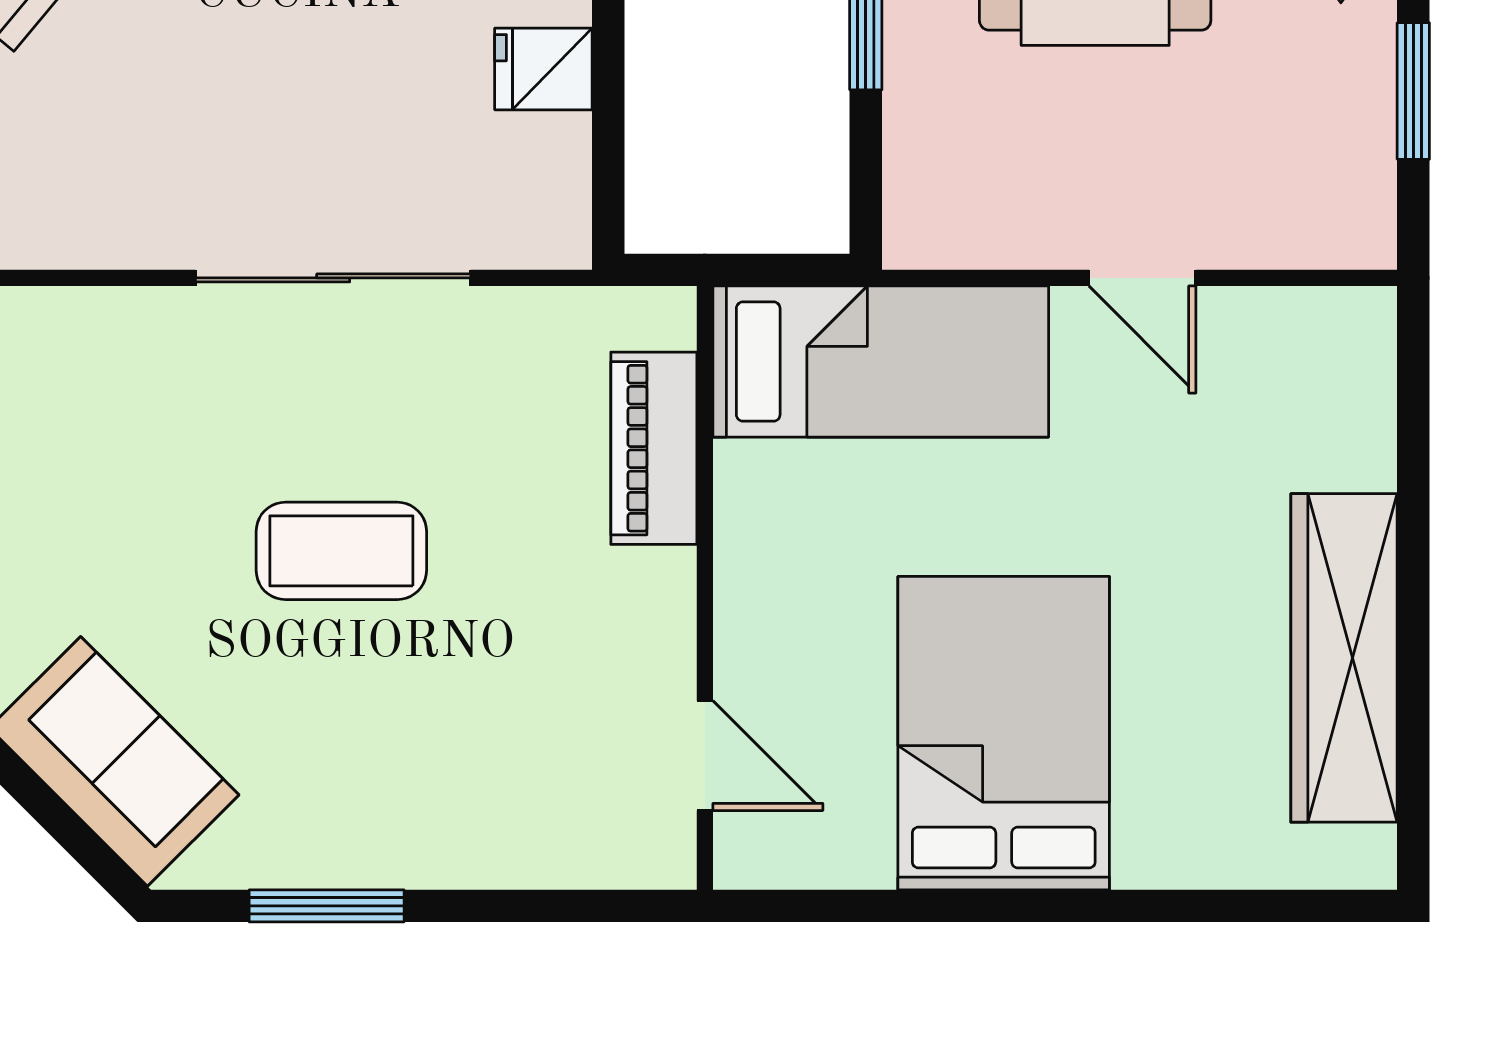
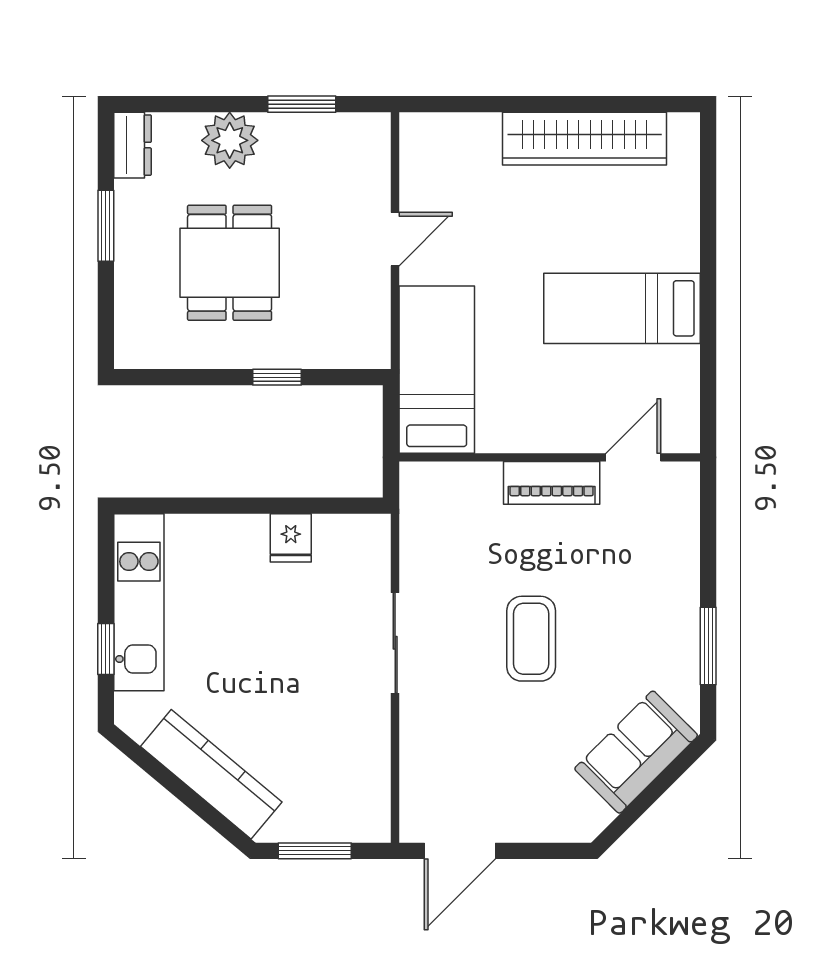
sliding door: (333, 278) -> (395, 643), width x0.73
piano: (654, 448) -> (552, 483), moved
bed: (1004, 733) -> (622, 308), width x0.67

